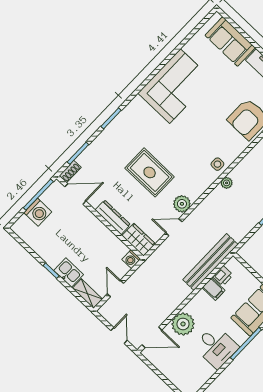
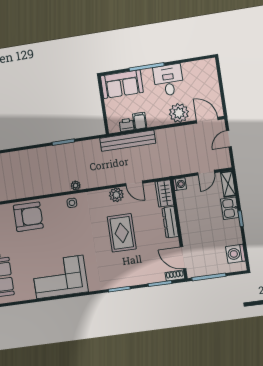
washing machine: (38, 212) -> (236, 254), moved, turned -90

